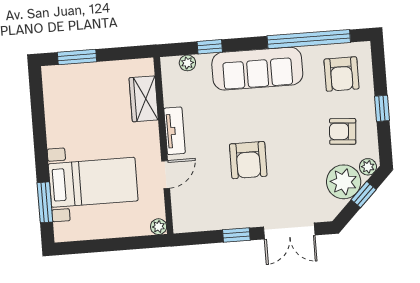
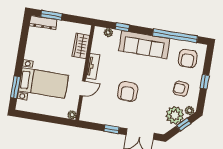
dresser: (66, 74) -> (43, 23), added

